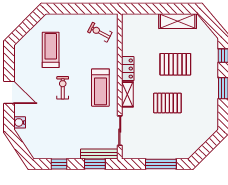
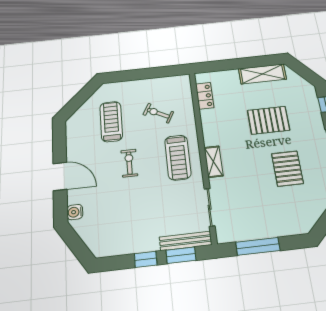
exercise bike: (100, 32) -> (158, 113), moved
locker: (128, 69) -> (205, 96), moved
pallet: (167, 103) -> (287, 169), moved, turned 90
window: (59, 164) -> (146, 259), moved
window: (161, 164) -> (258, 246), moved

